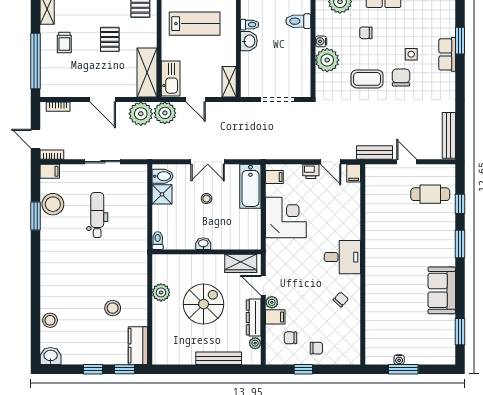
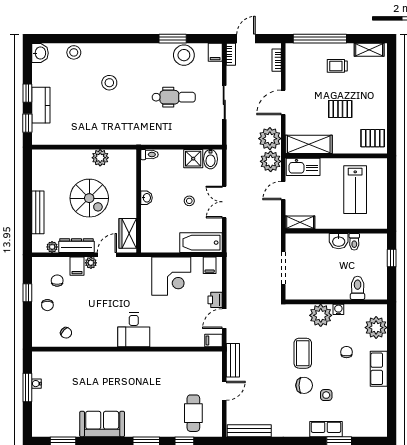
chair: (341, 299) -> (66, 333), moved
stool: (113, 308) -> (109, 83), moved
kitchen counter: (138, 346) -> (41, 105), moved, turned 90

